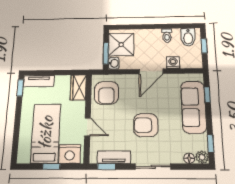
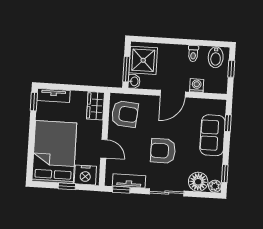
armchair: (106, 93) -> (125, 114), turned -85
sofa: (193, 107) -> (212, 135), width x0.73
bed: (46, 133) -> (54, 152), width x1.50
floor lamp: (189, 158) -> (198, 182), width x1.89, depth x1.89

